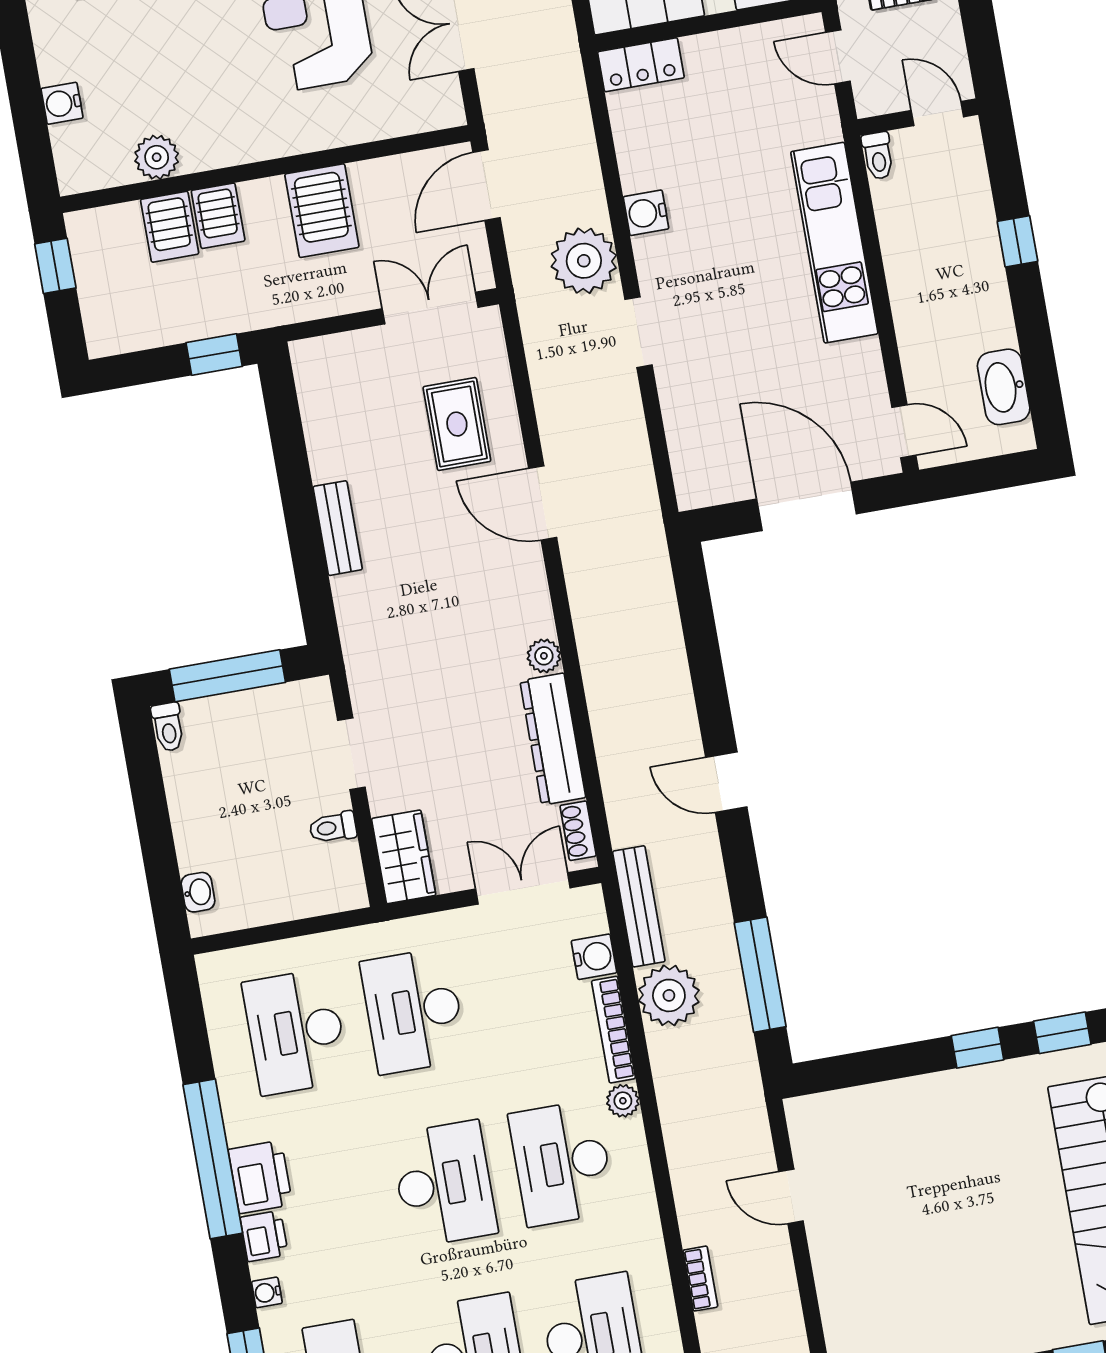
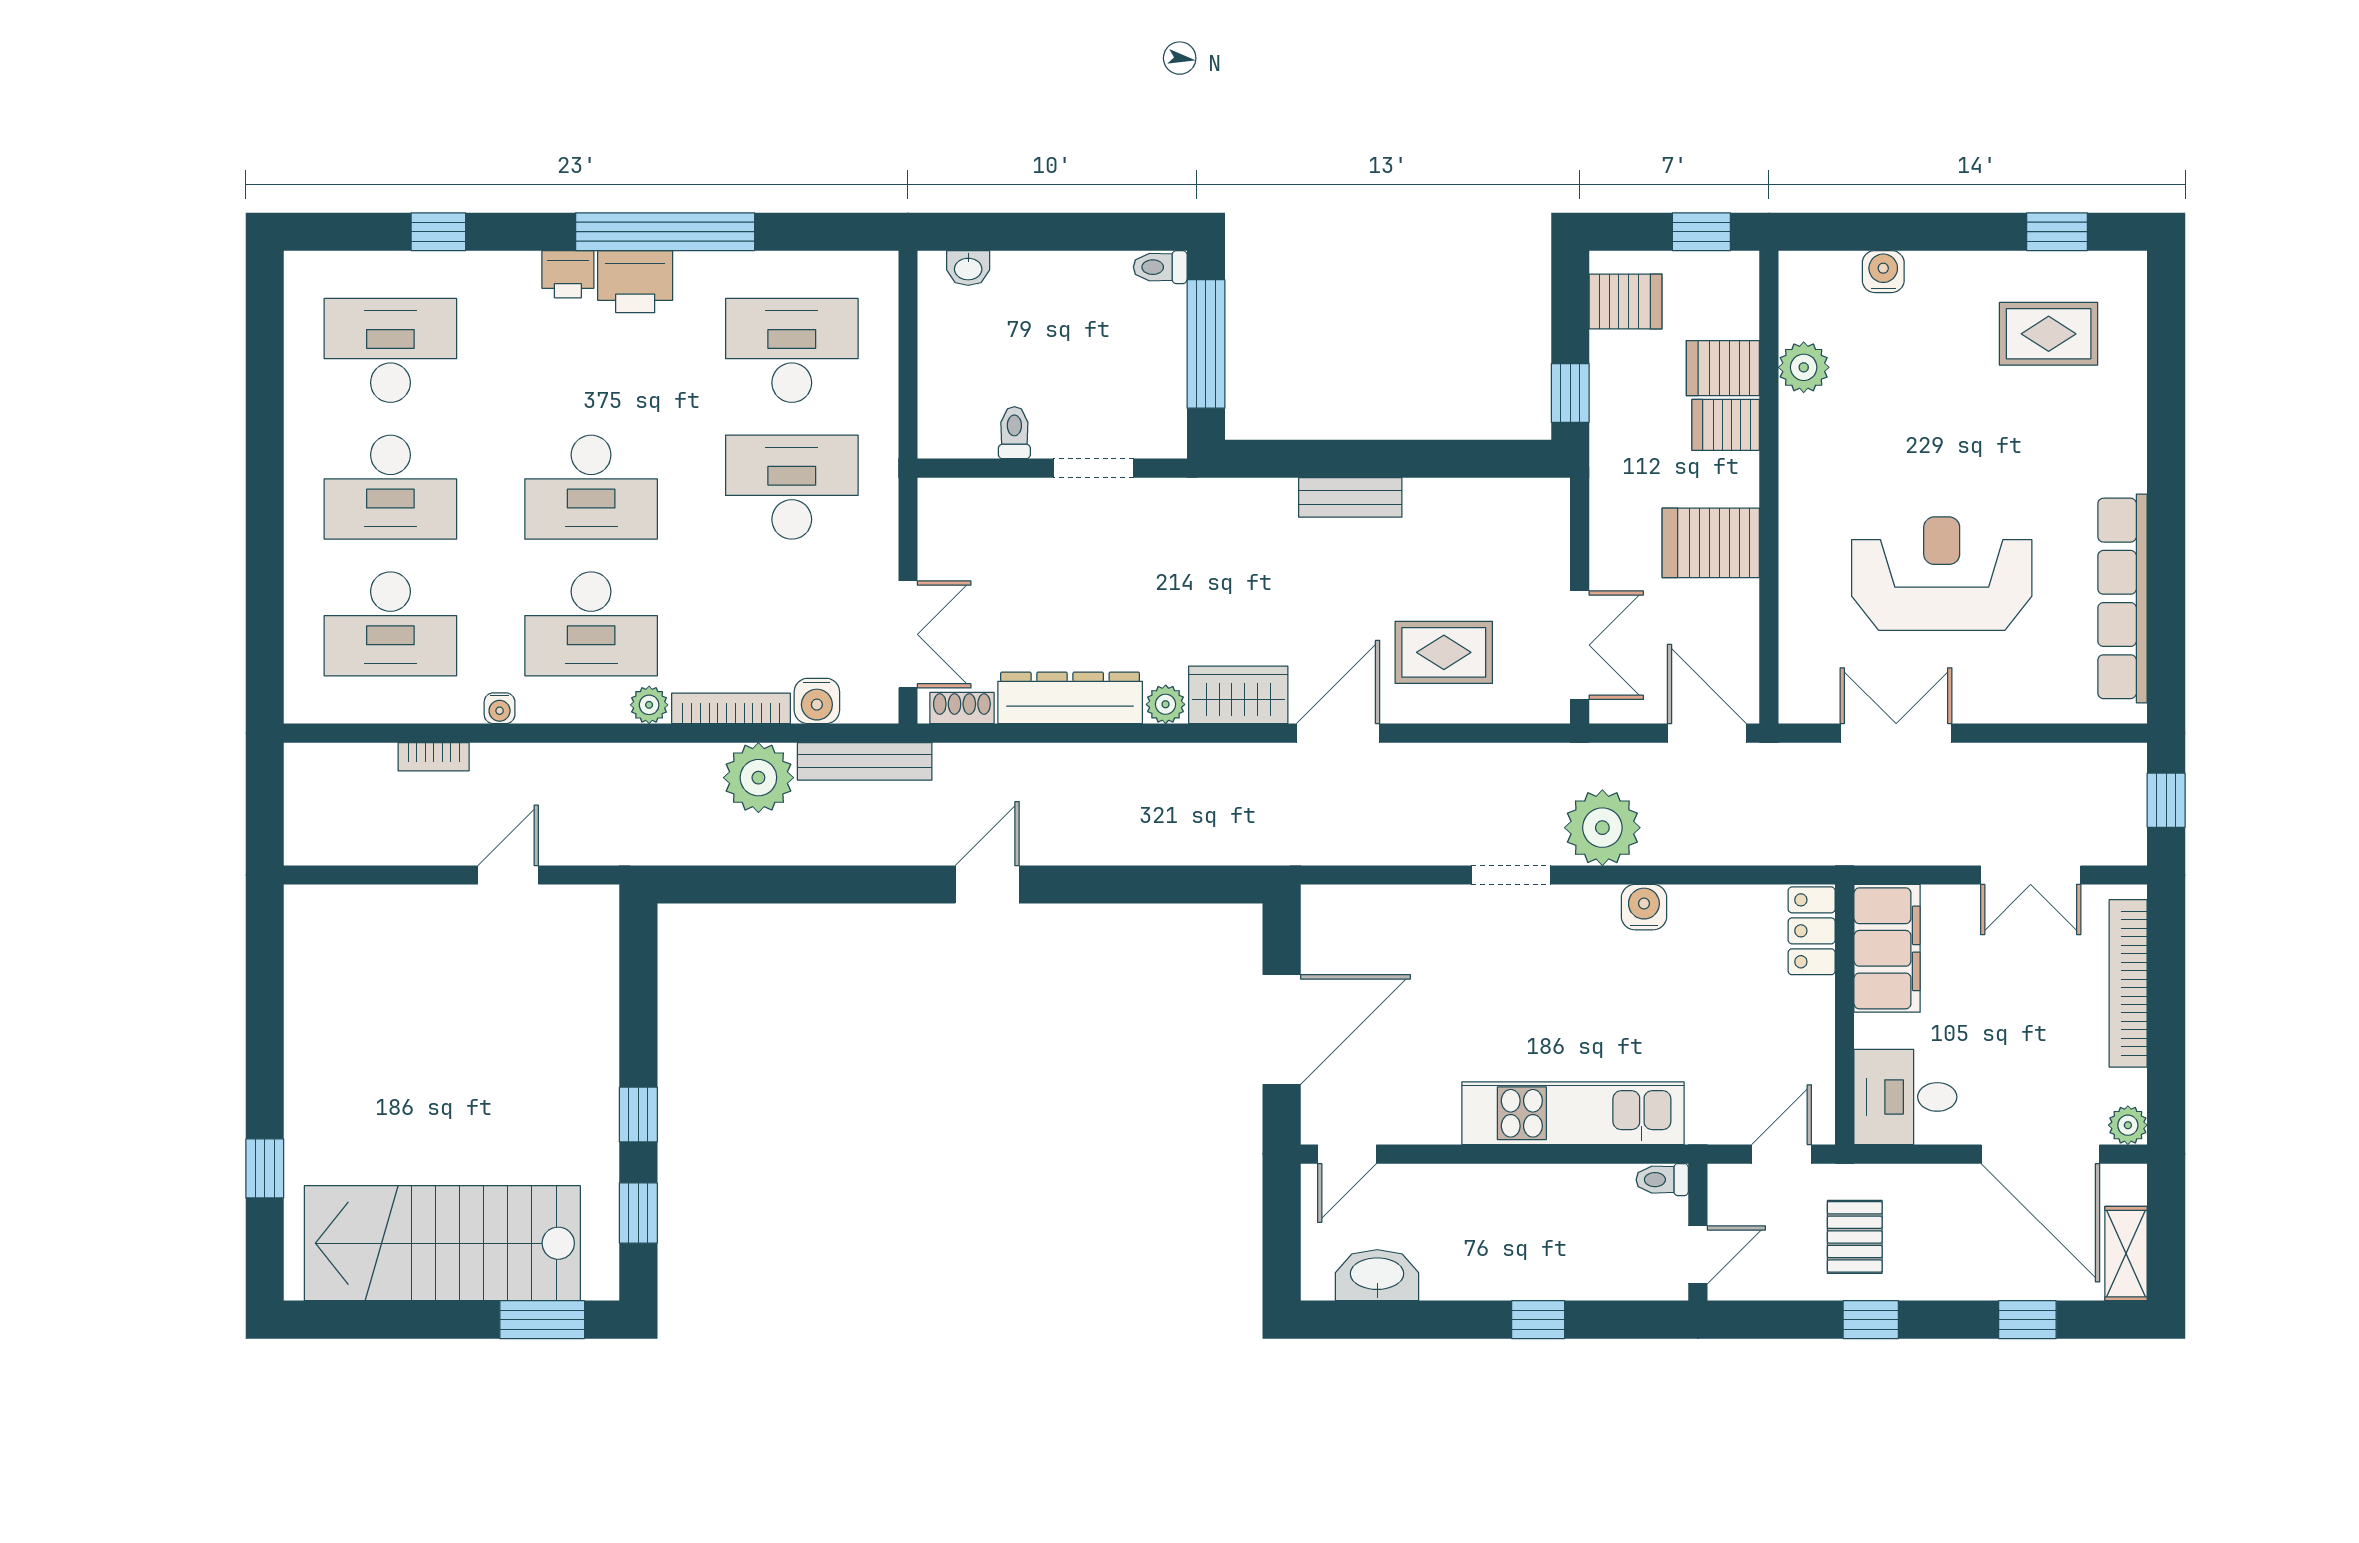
server rack: (127, 321) -> (1626, 301), added
wardrobe: (404, 857) -> (1238, 695), moved, turned 180
window: (760, 975) -> (764, 884), removed
desk: (562, 1163) -> (591, 624), turned 180
water cooler: (267, 1292) -> (500, 708), moved, turned 180

